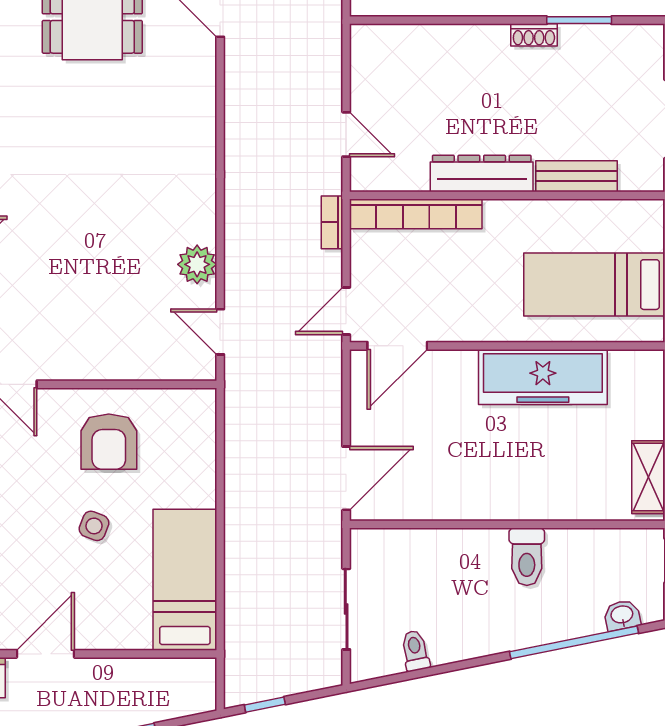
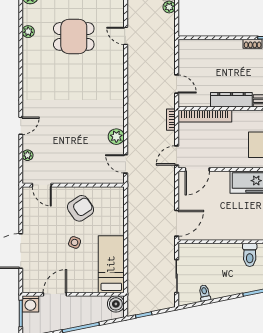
armchair: (109, 442) -> (81, 208), turned -124
boiler: (196, 678) -> (116, 304), added

